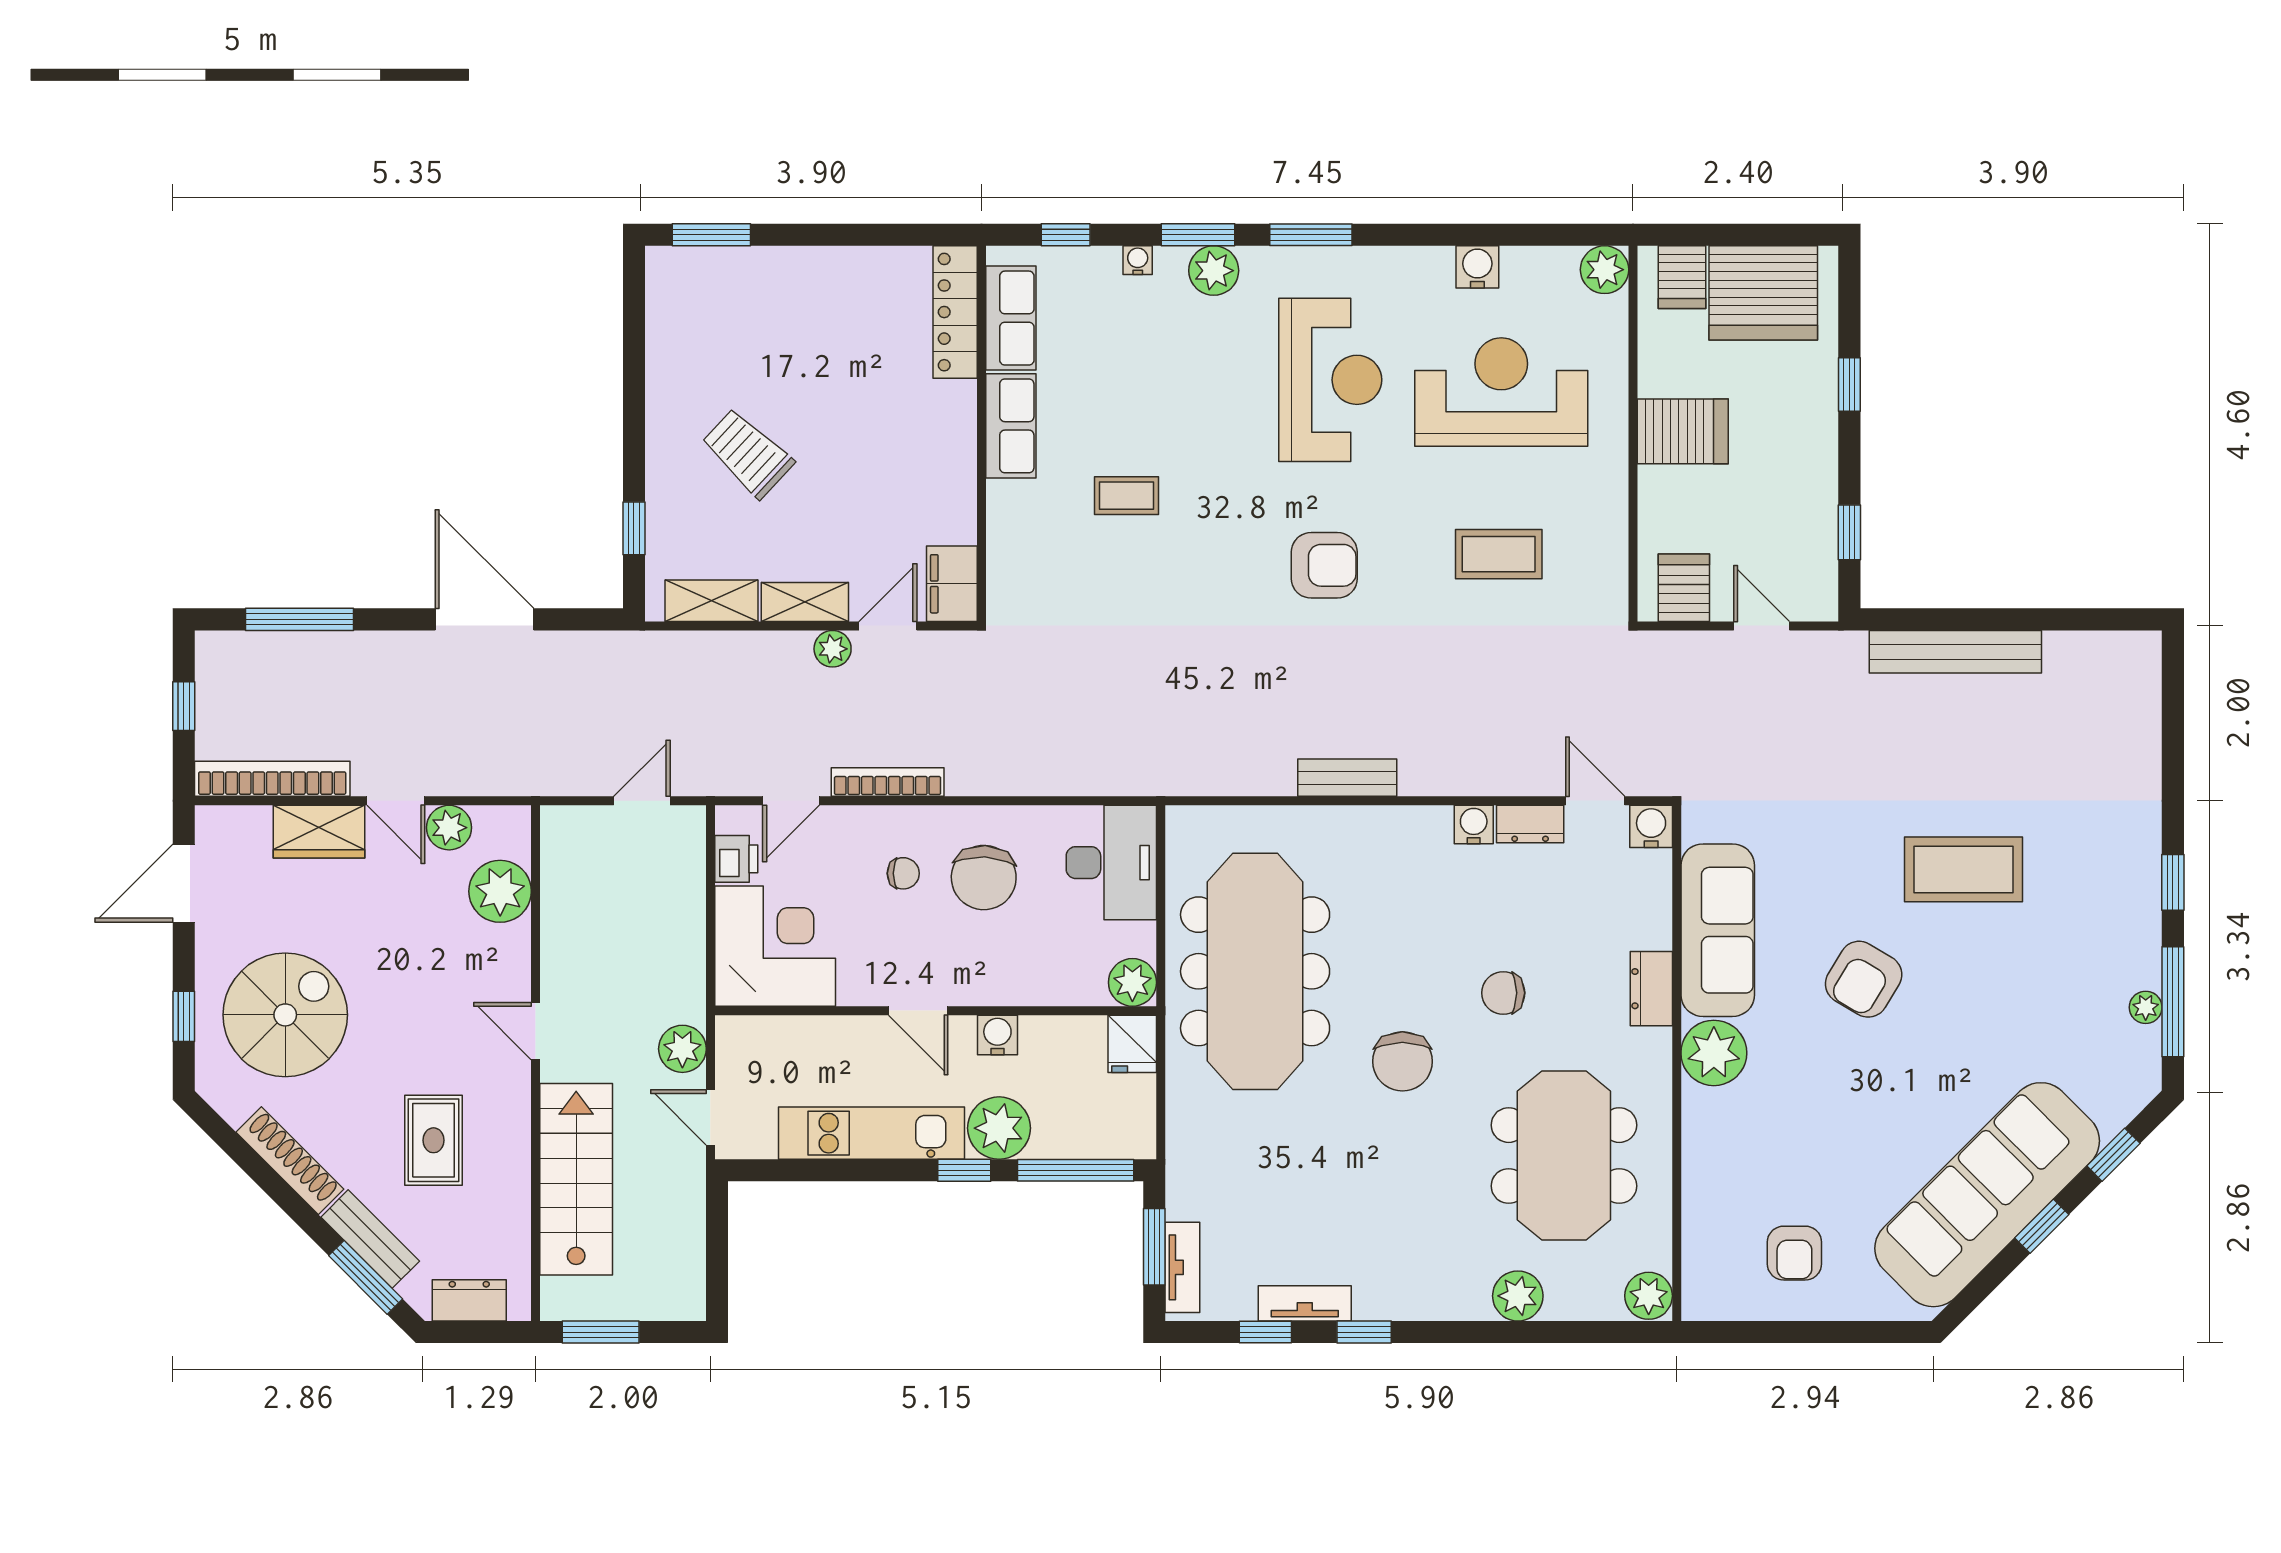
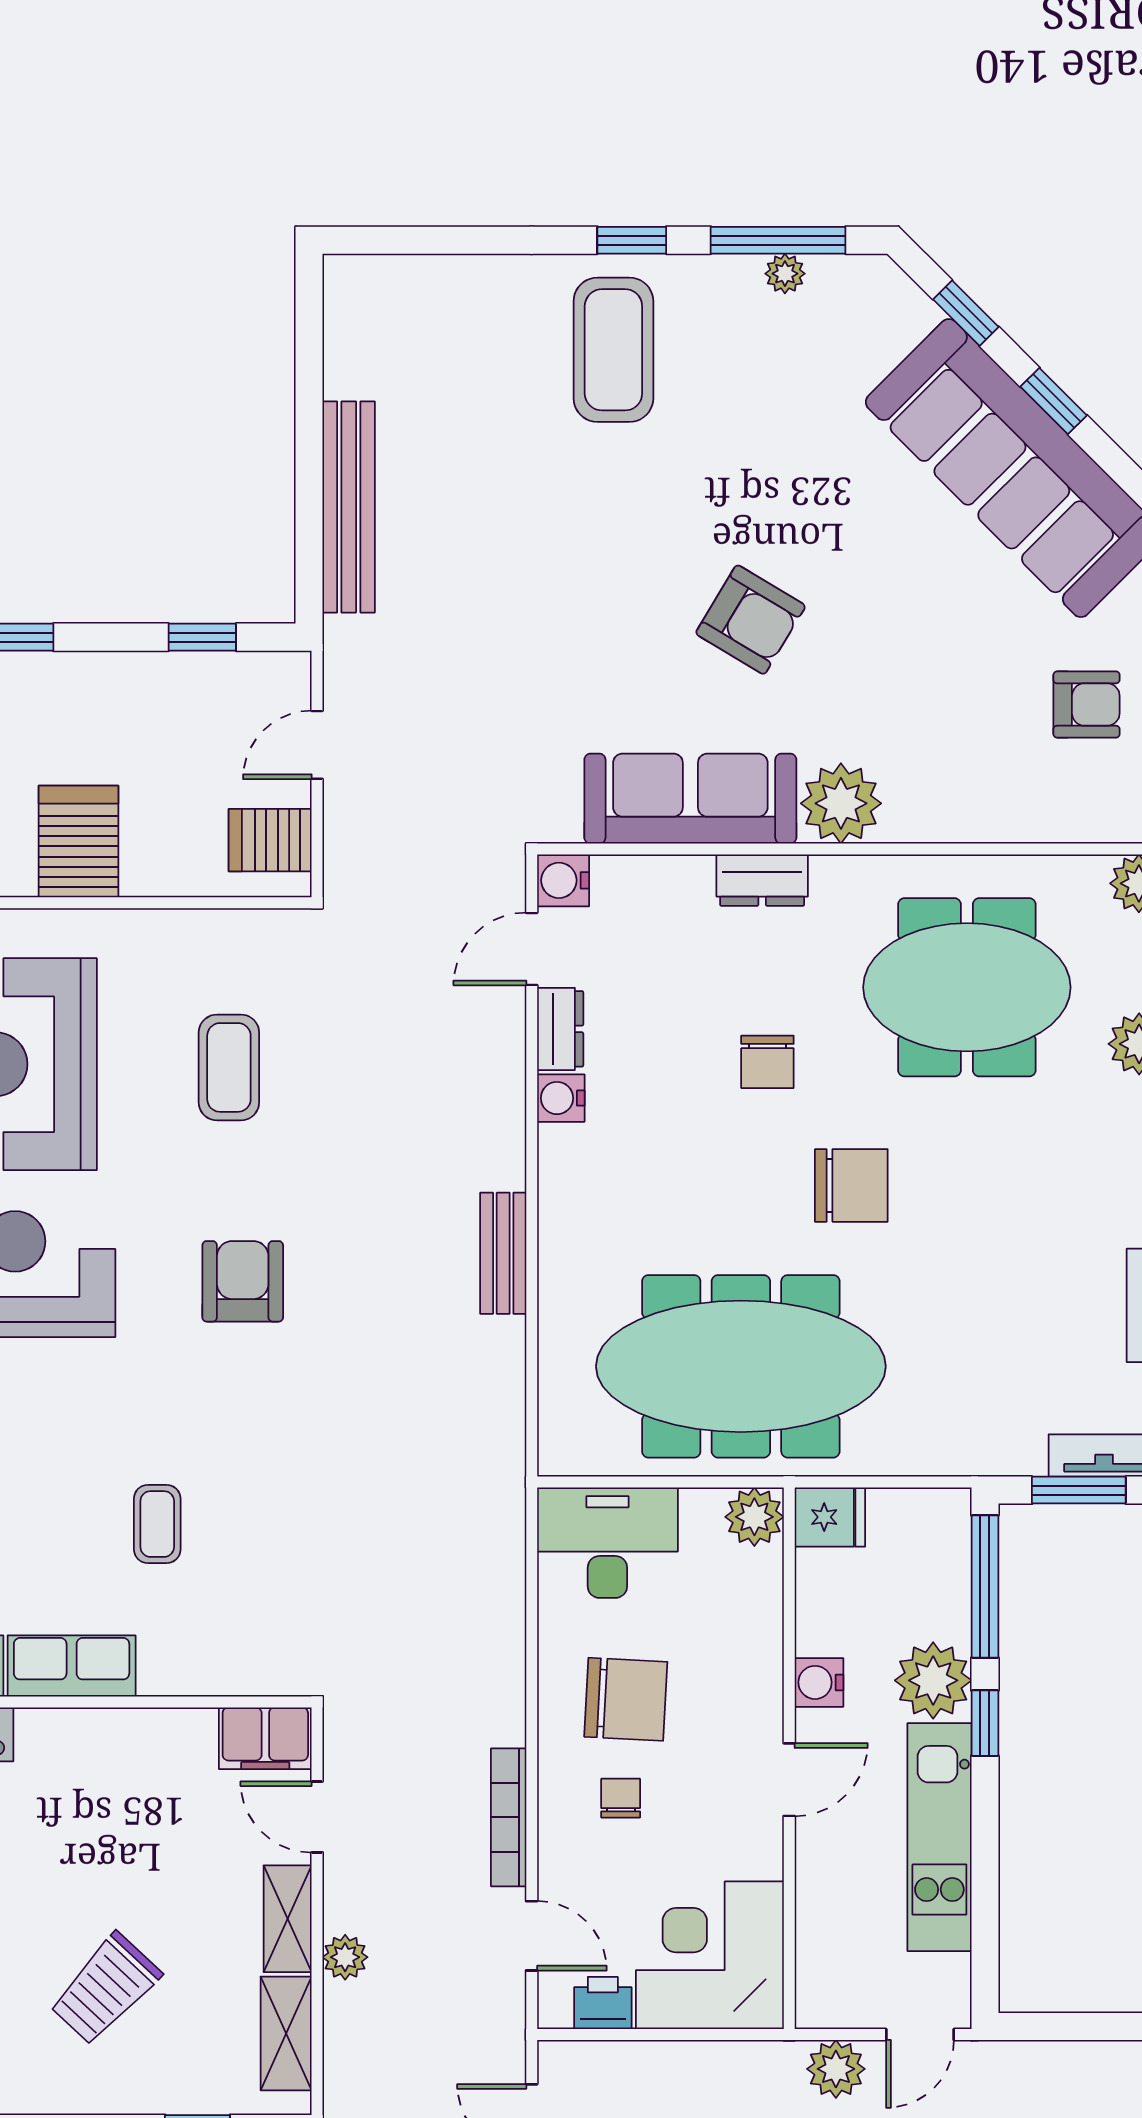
plant: (833, 649) -> (345, 1957), moved
coffee table: (1963, 869) -> (613, 350), moved

